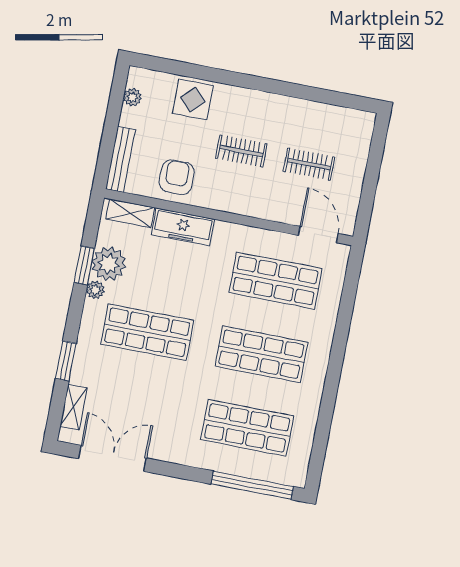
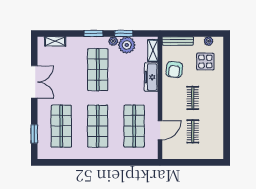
display table: (193, 100) -> (205, 61), moved
armchair: (177, 177) -> (174, 70), turned 96
door: (318, 234) -> (160, 130), moved
window: (66, 361) -> (94, 33), moved
double door: (113, 458) -> (34, 82), moved
window: (252, 485) -> (34, 134), width x0.47

